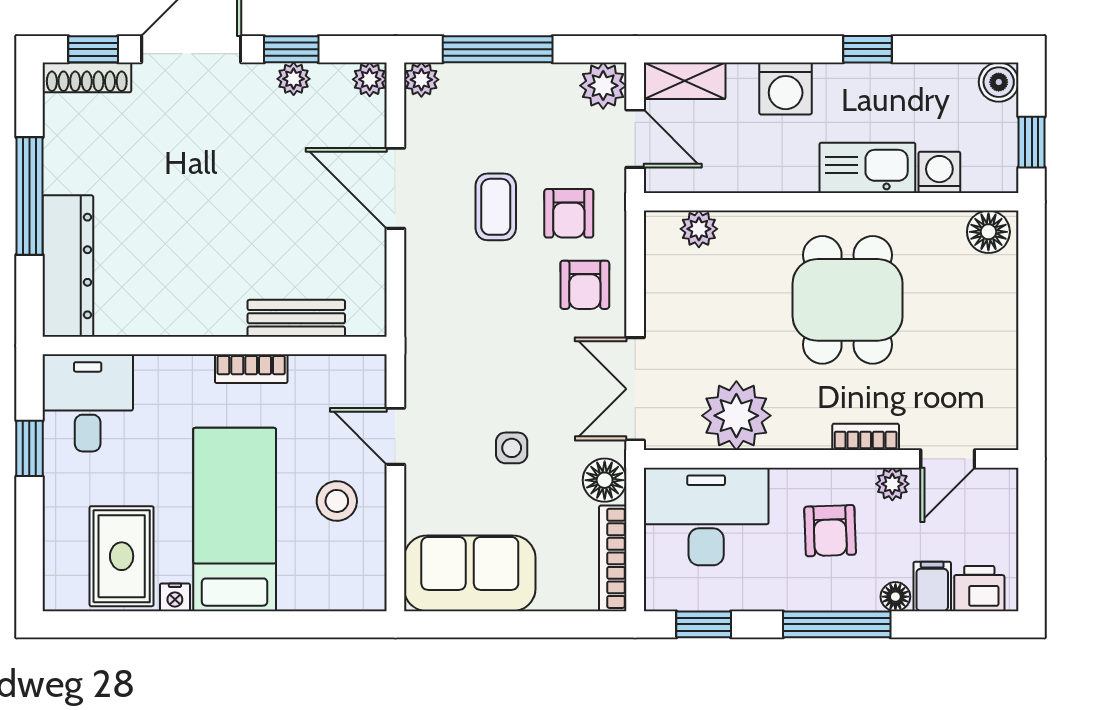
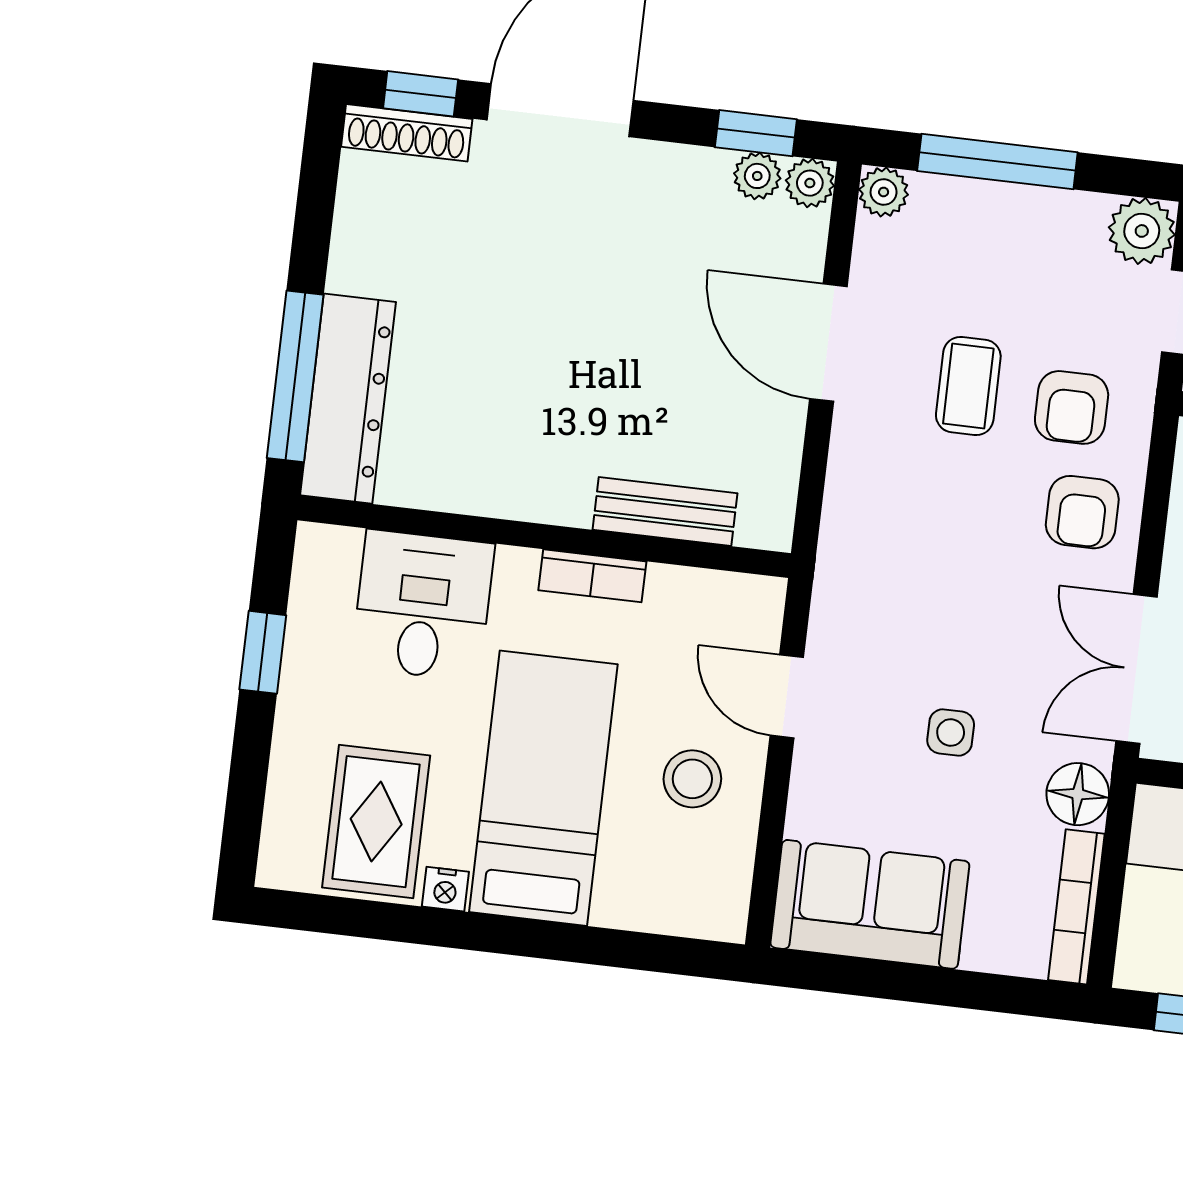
window: (291, 49) -> (756, 133), moved
plant: (294, 79) -> (757, 176), moved
window: (29, 196) -> (295, 376), moved
desk: (88, 403) -> (423, 605), moved

